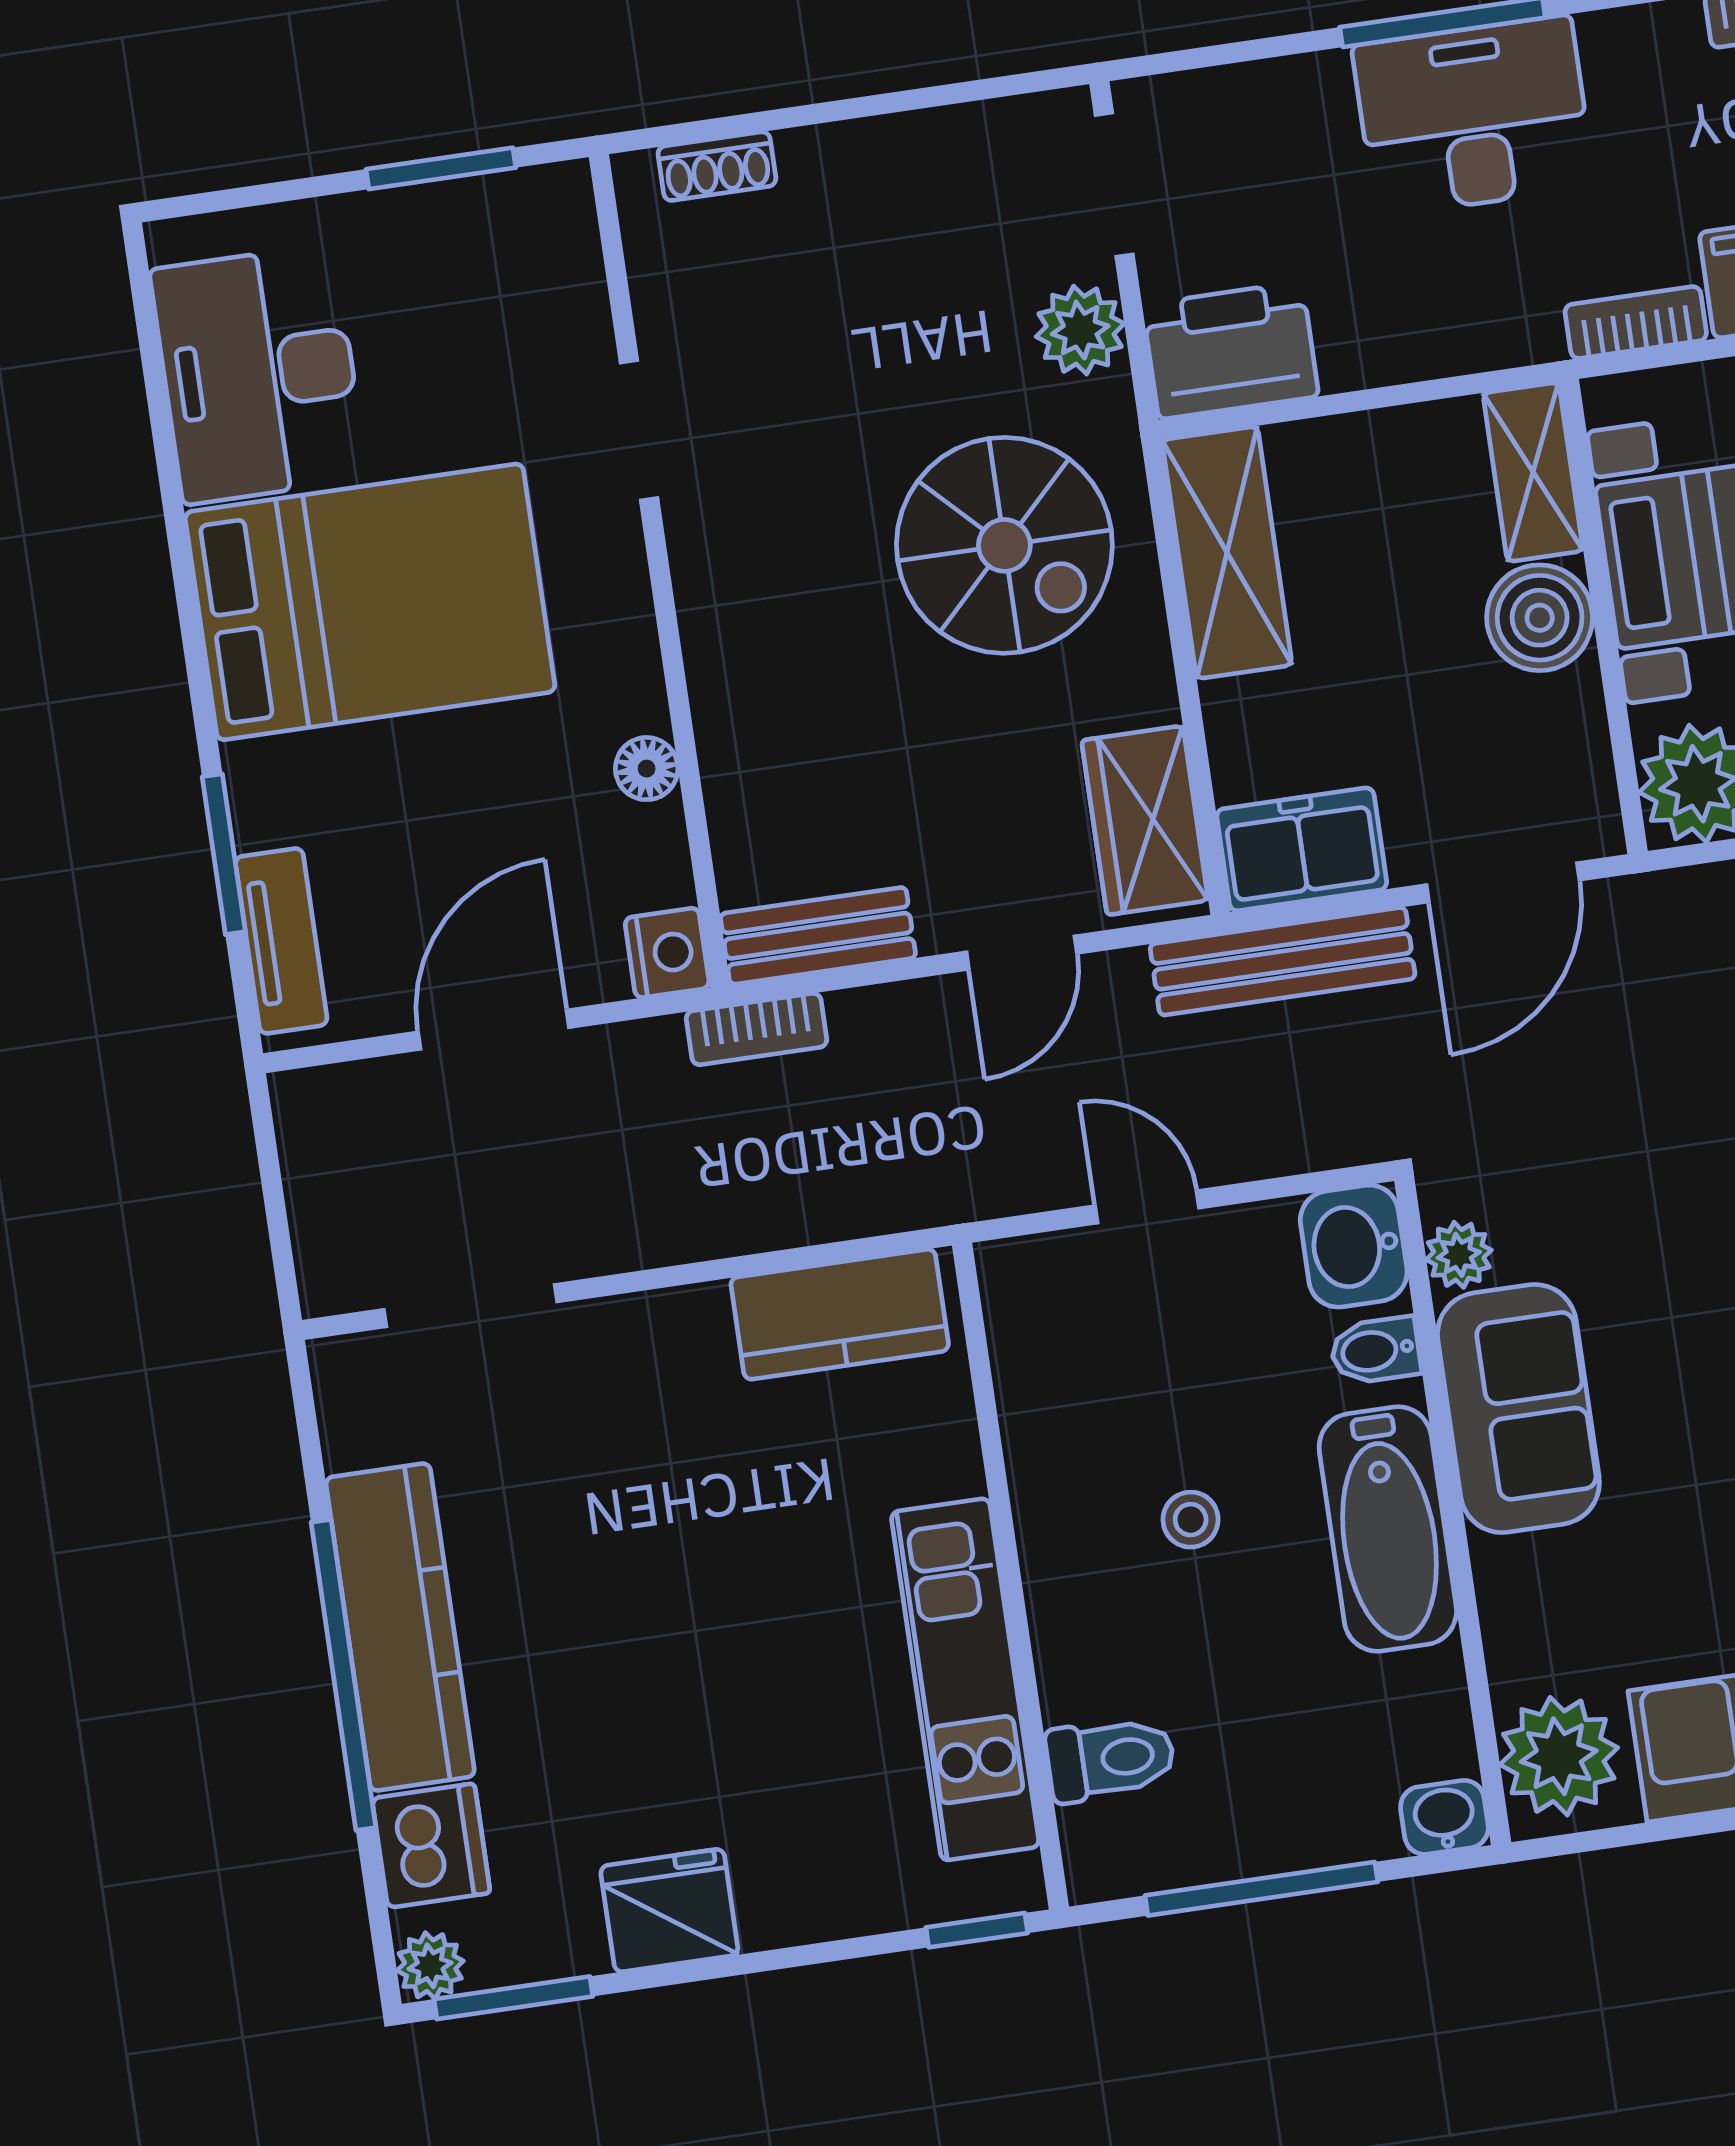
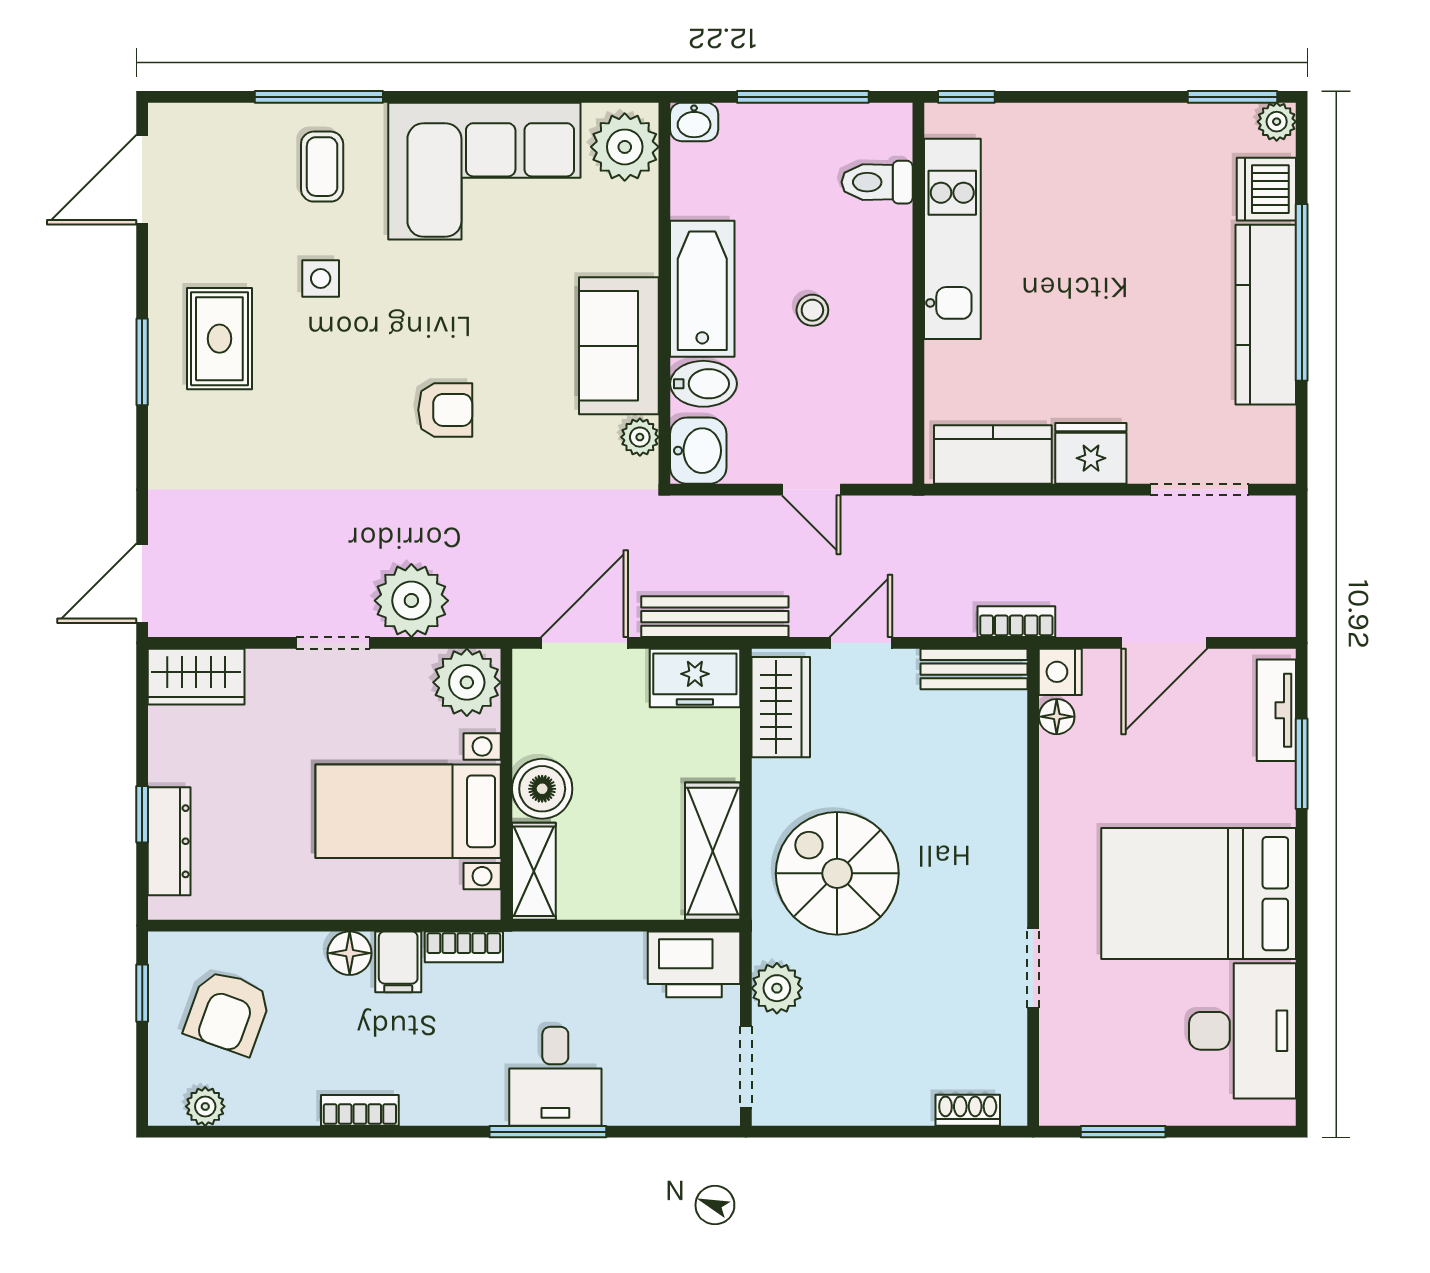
desk: (1473, 116) -> (555, 1076), width x0.73
floor lamp: (647, 769) -> (1057, 717), moved
bidet: (1375, 1351) -> (703, 384), width x1.38, depth x1.36
fridge: (669, 1911) -> (1091, 453), moved, turned 180

